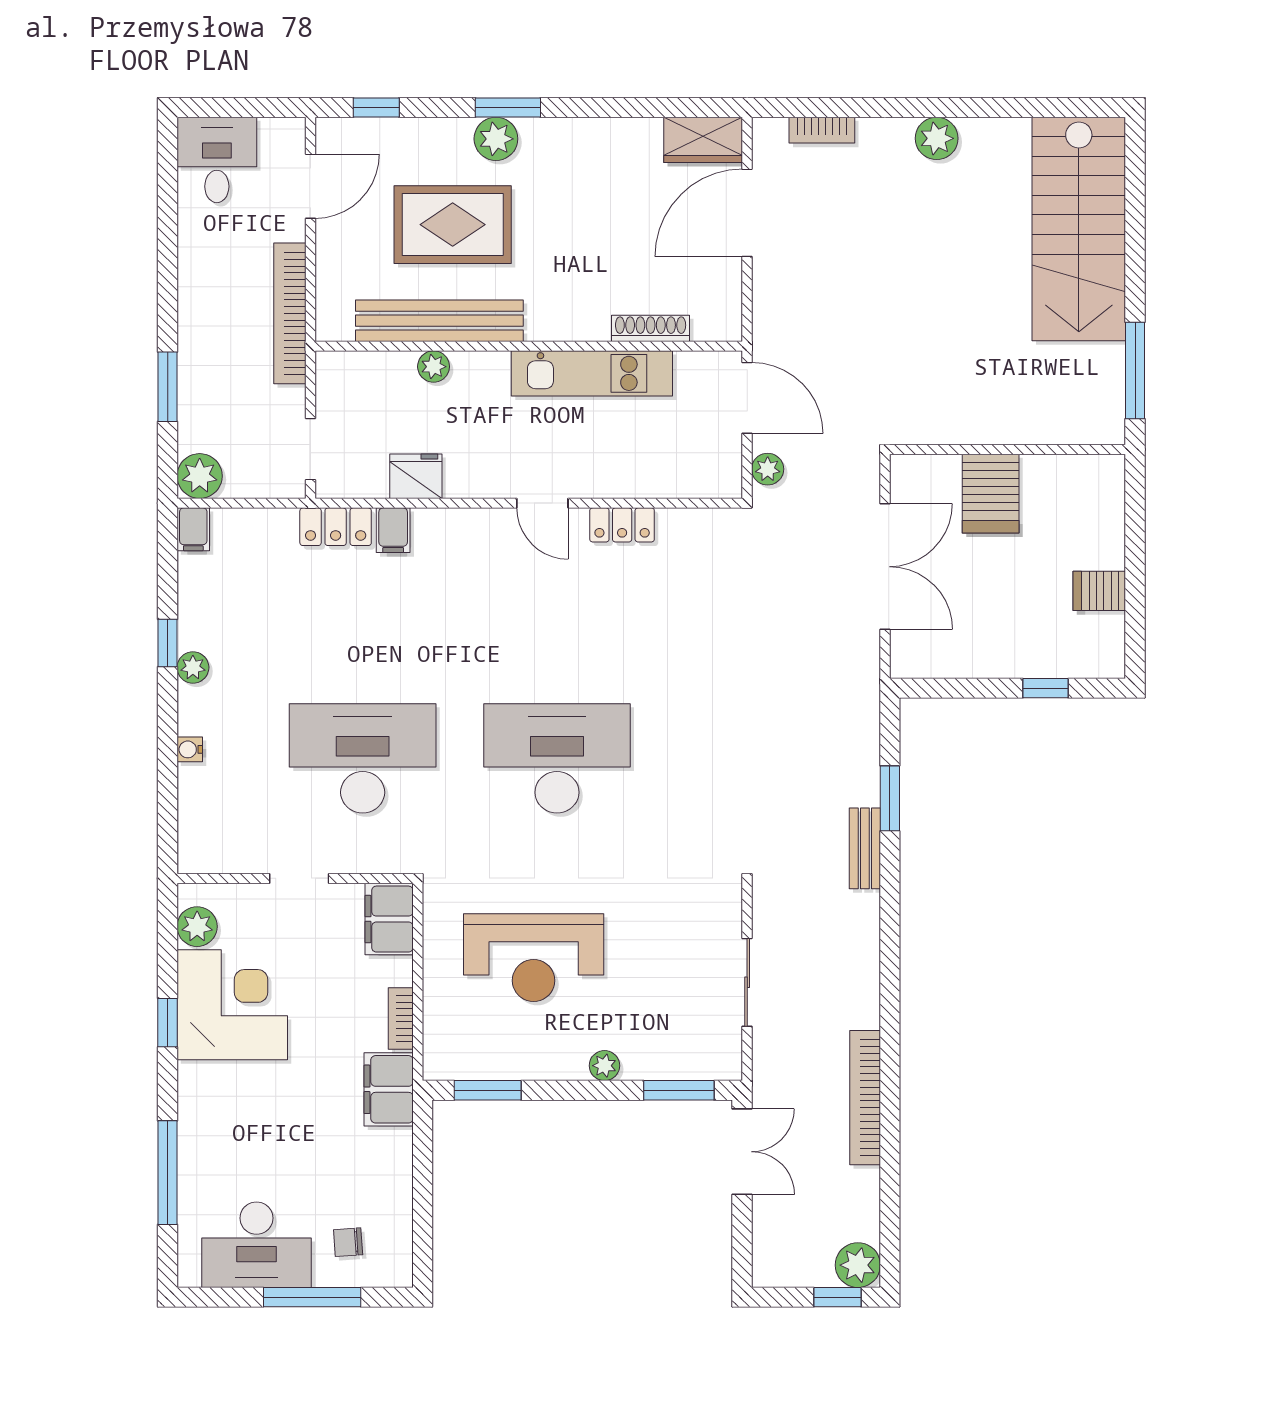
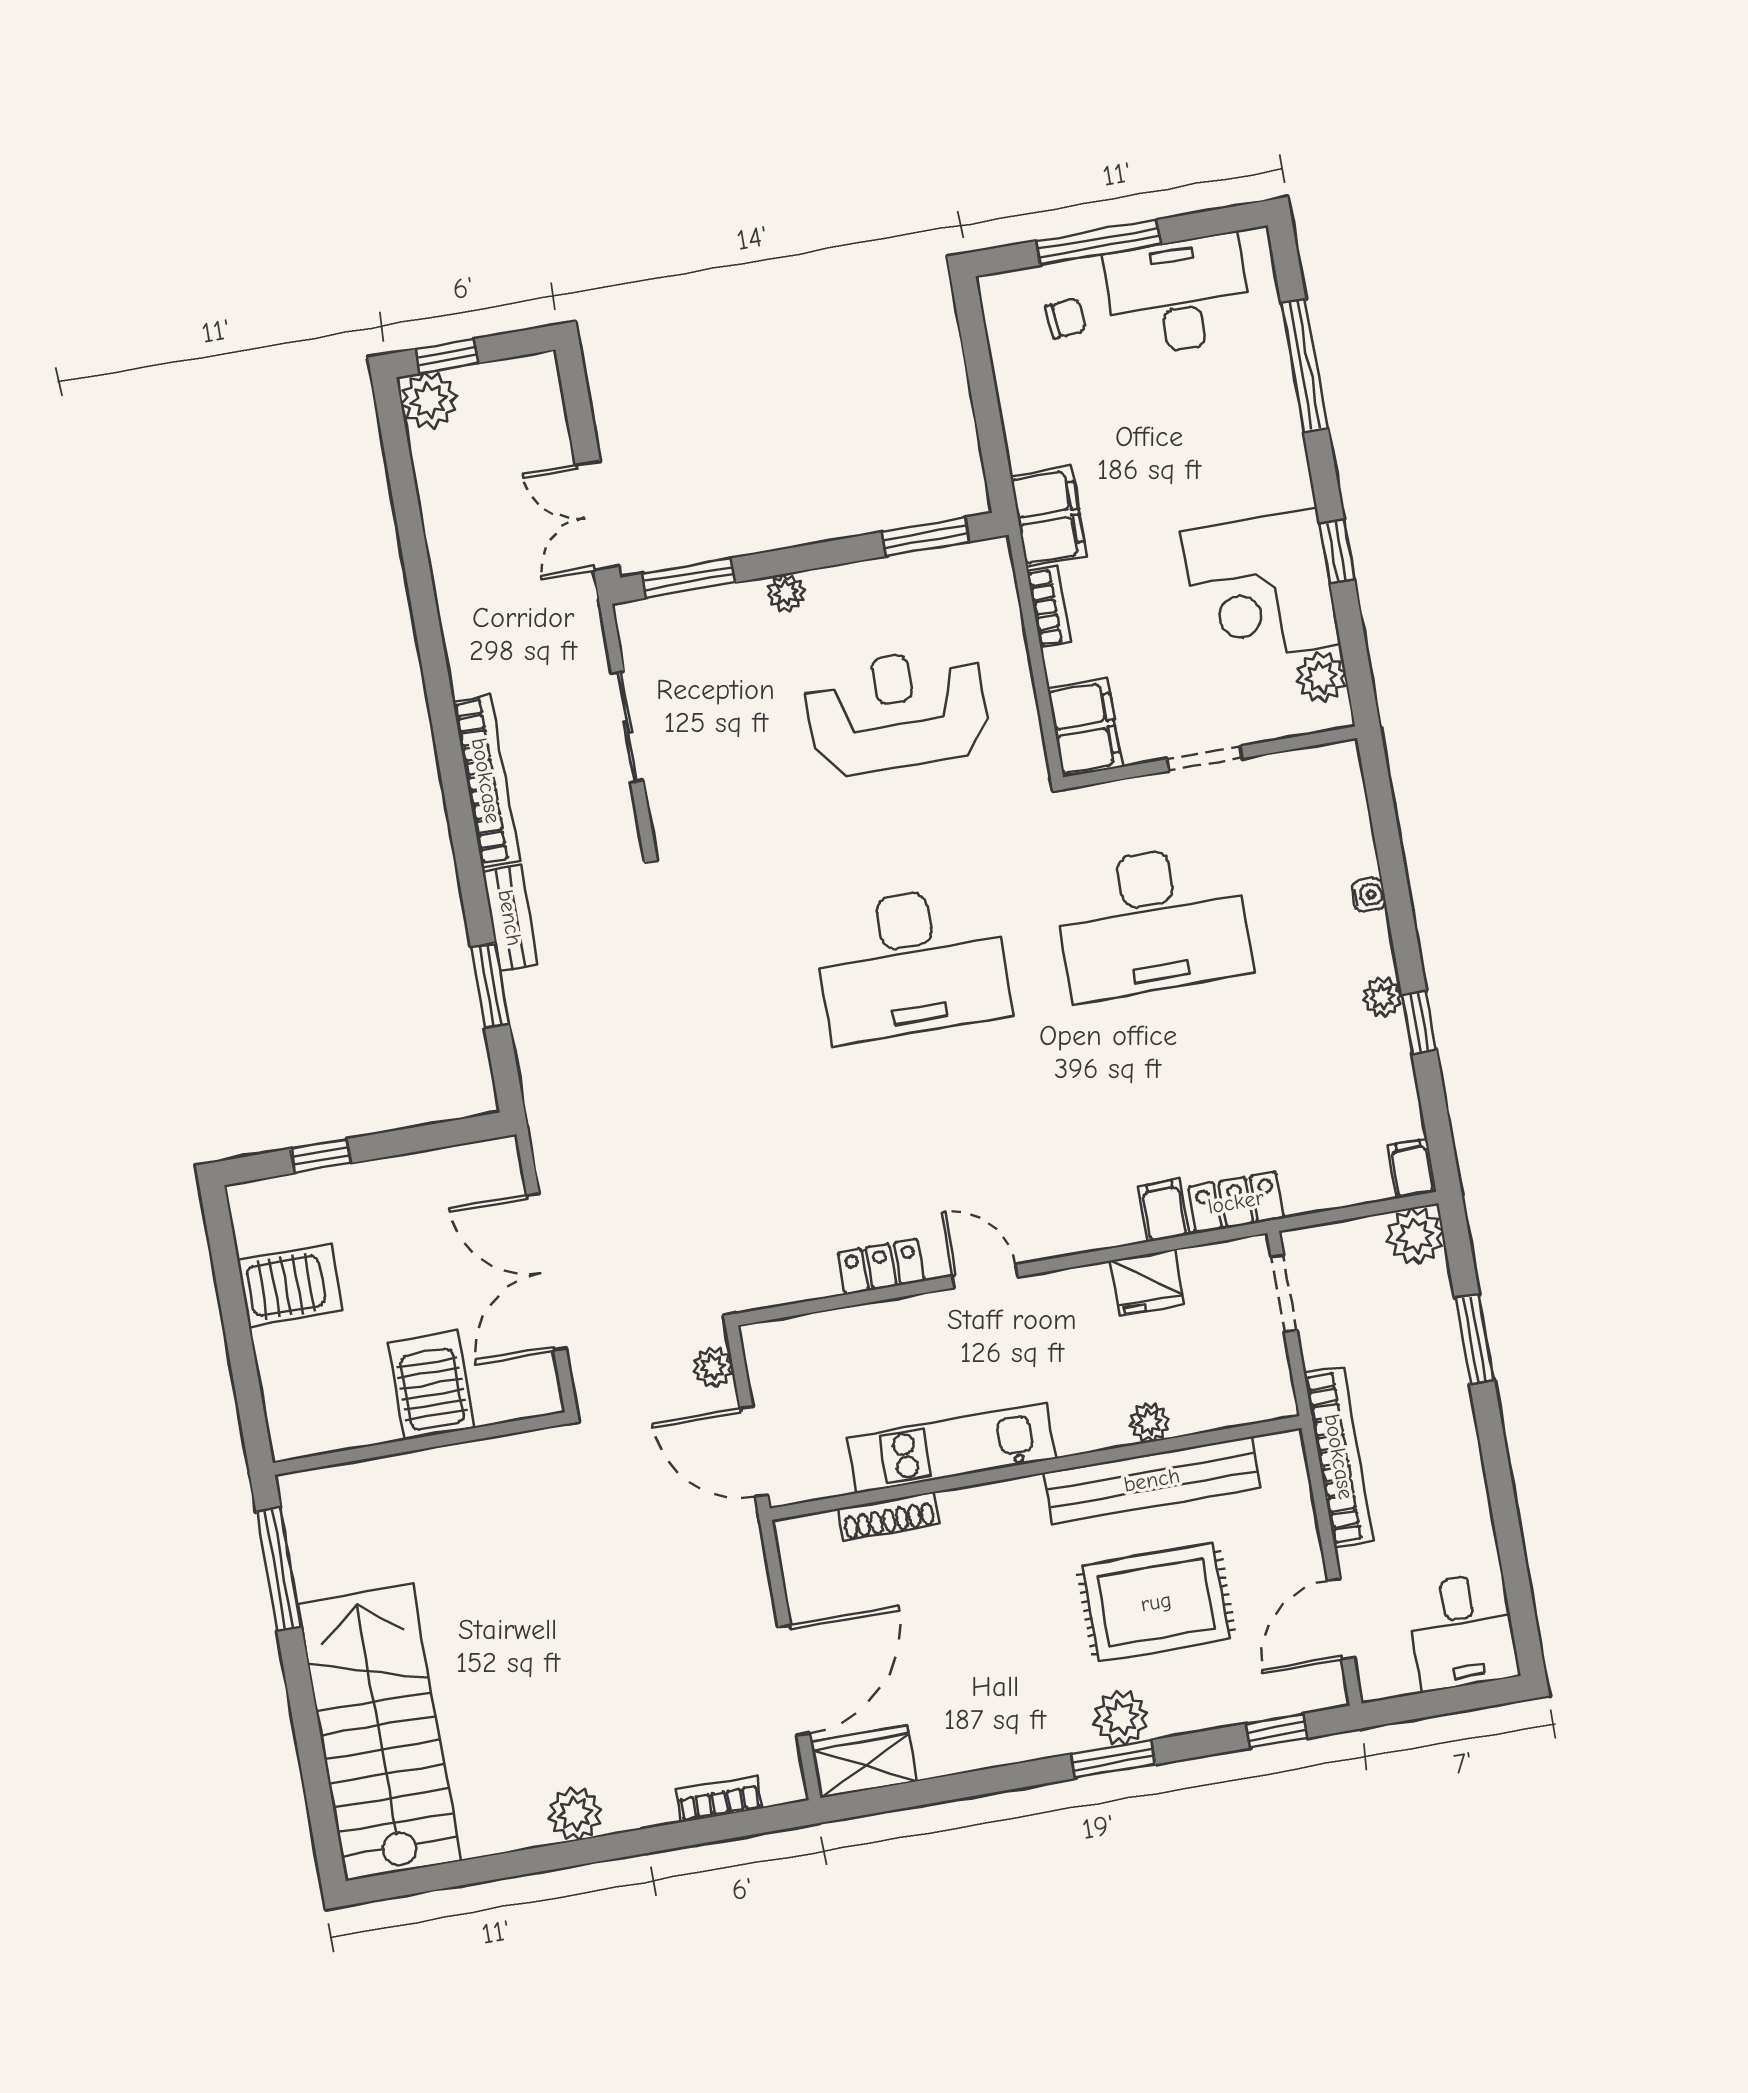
server rack: (1099, 591) -> (290, 1286), width x1.36, depth x1.44
bookcase: (865, 1098) -> (486, 781), moved

